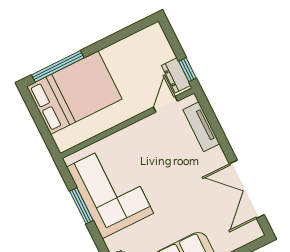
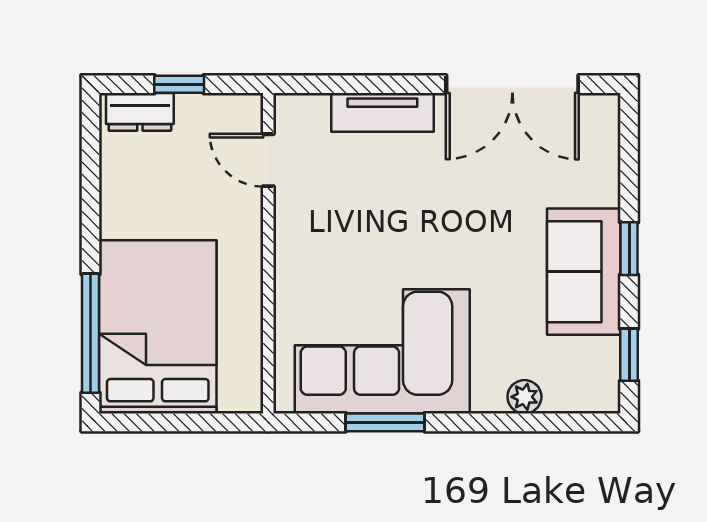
window: (187, 70) -> (179, 84), moved
dresser: (176, 75) -> (140, 112), moved
tv unit: (201, 127) -> (382, 112), moved

